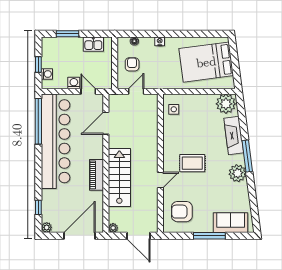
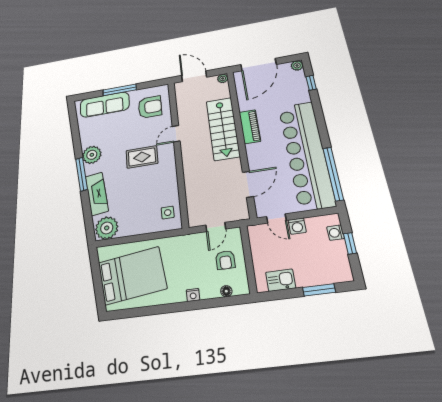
sofa: (231, 223) -> (105, 105), width x1.36

